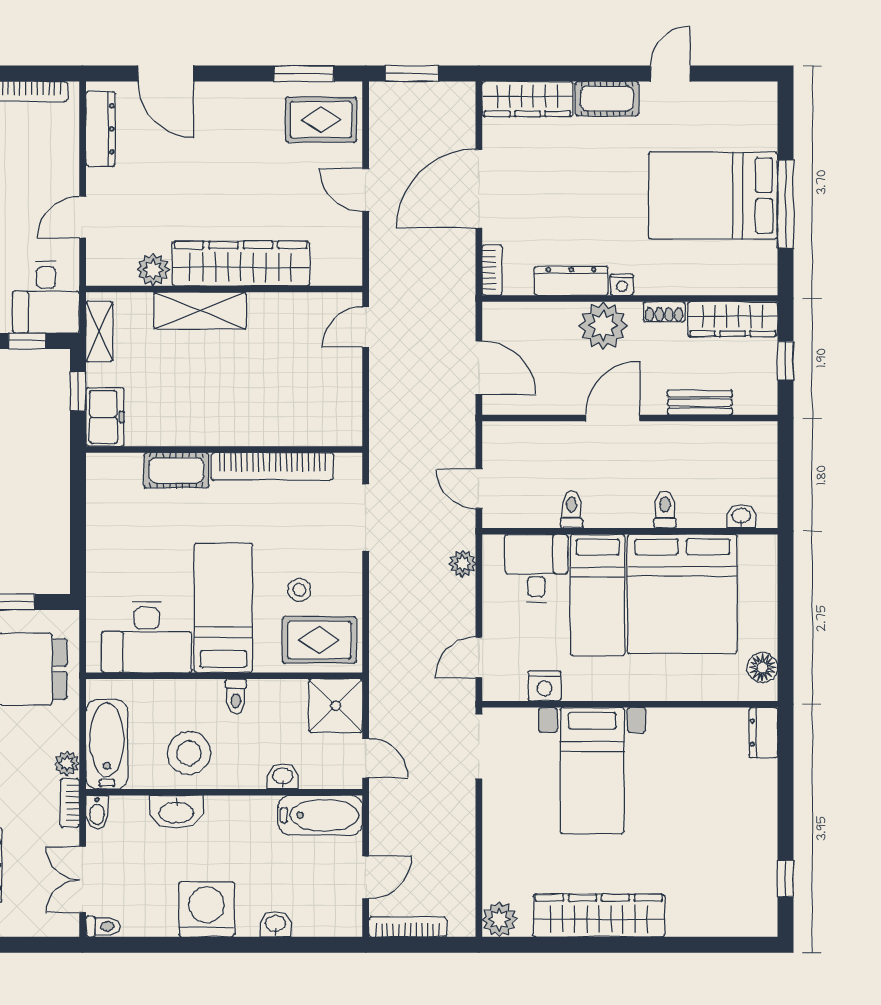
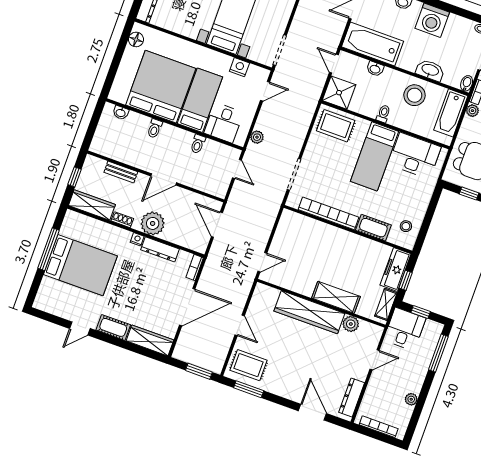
freezer: (105, 417) -> (396, 269), width x1.40
stool: (299, 590) -> (406, 226), moved
bathtub: (320, 815) -> (373, 44), width x1.36, depth x1.36

